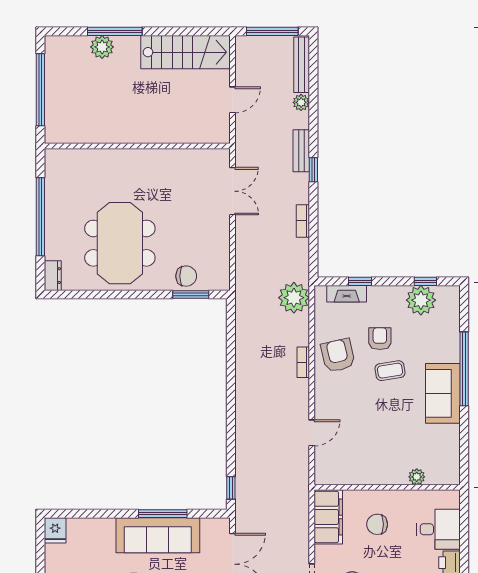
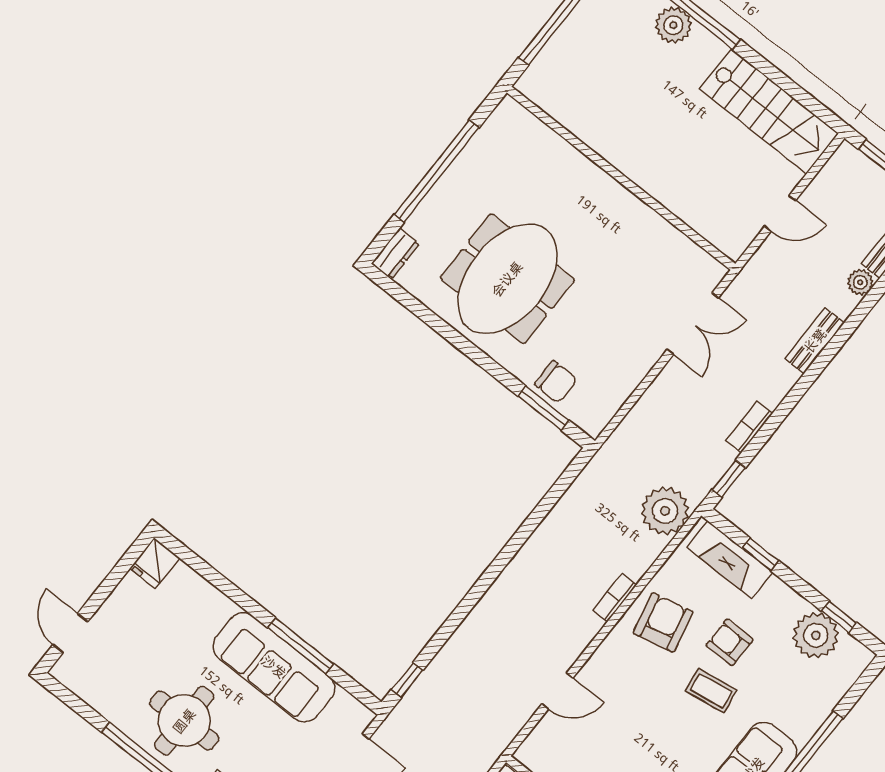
window: (313, 170) -> (729, 479), moved
fireplace: (347, 294) -> (730, 560), width x1.37, depth x1.32
armchair: (380, 339) -> (730, 642), turned -90

